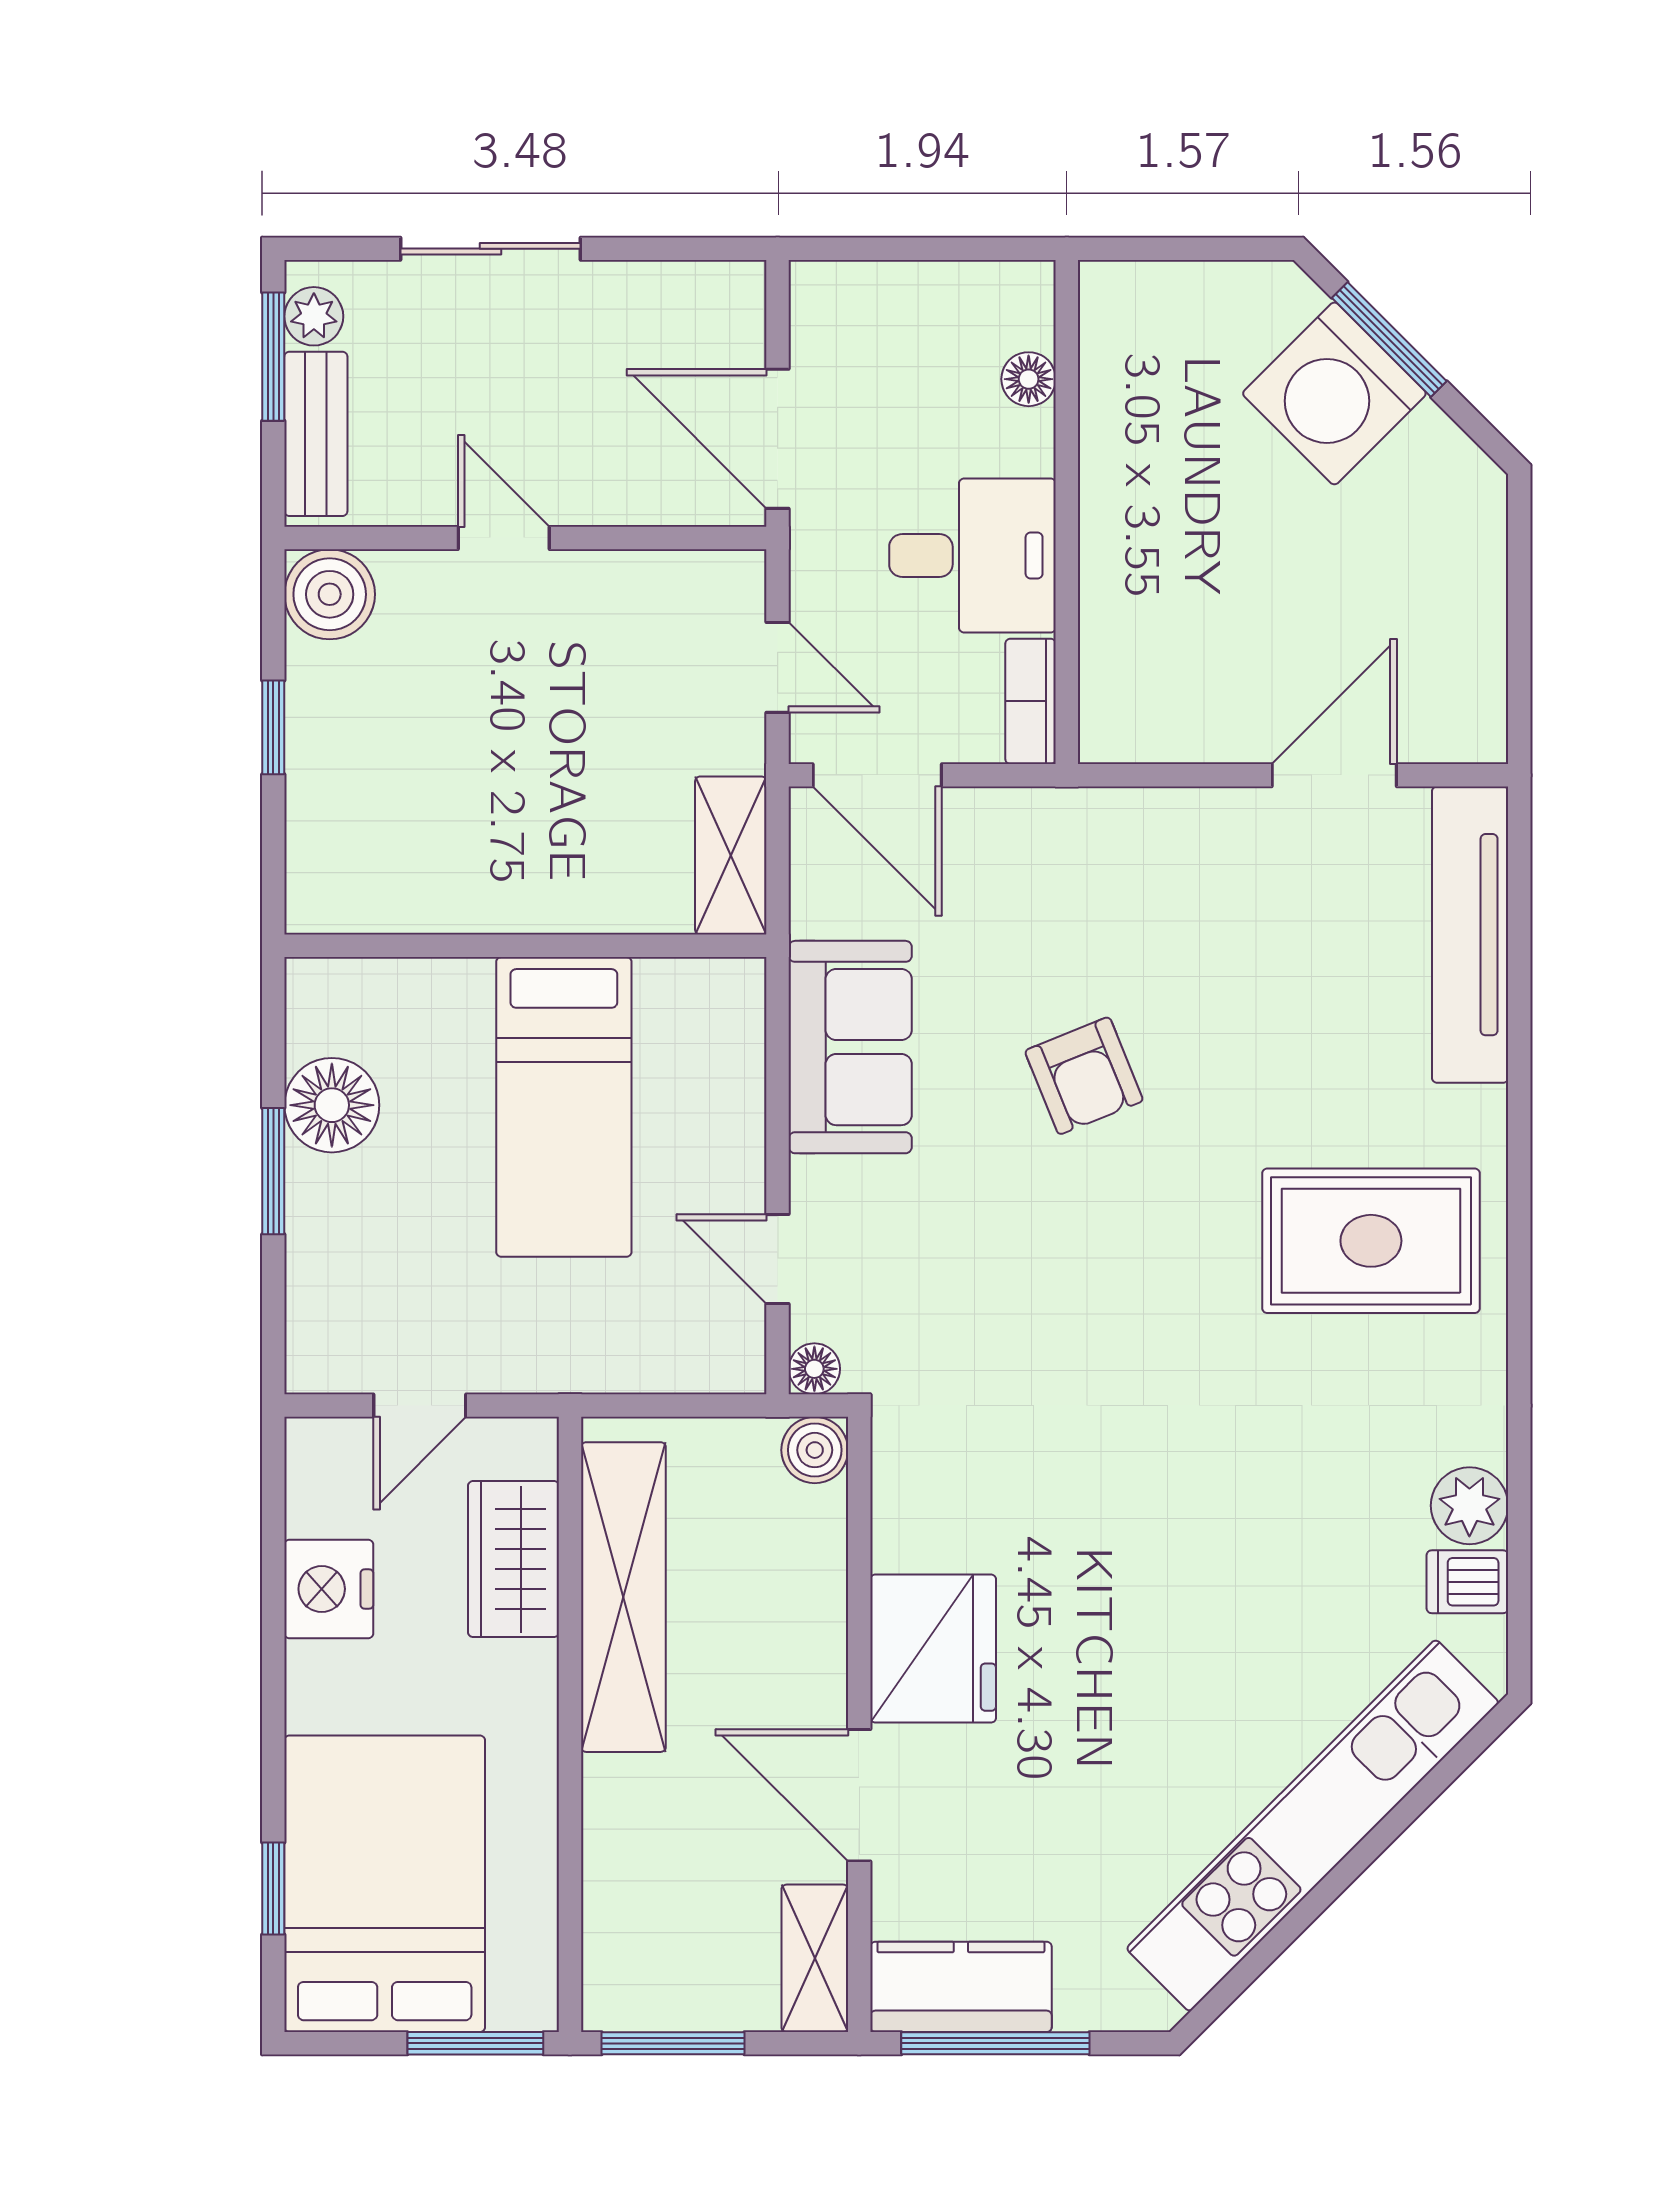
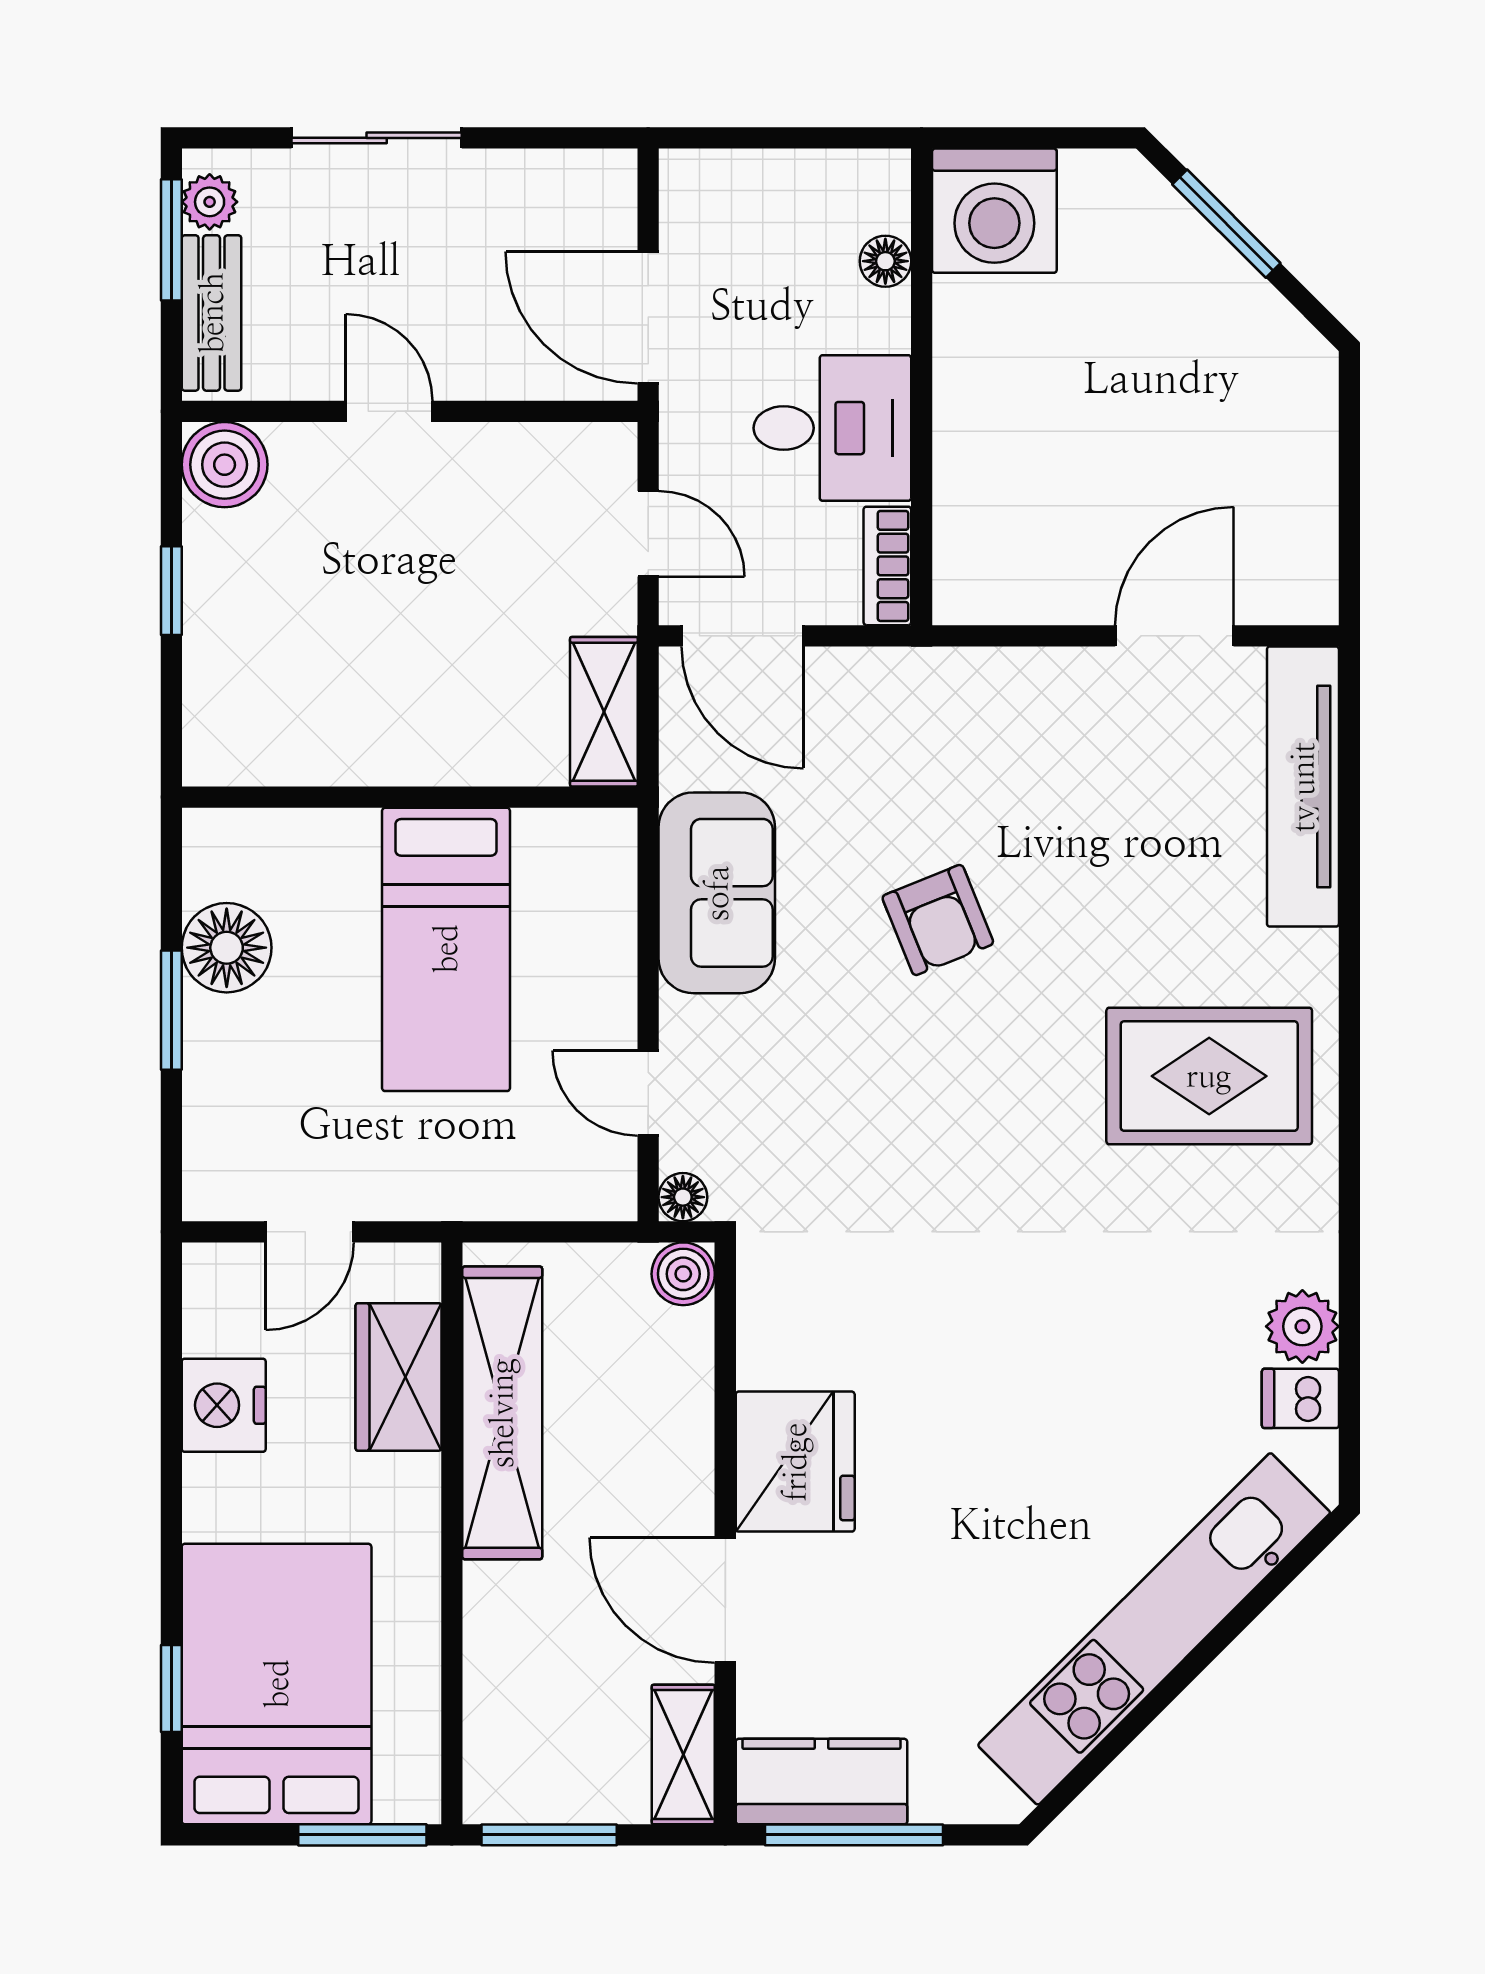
washing machine: (1334, 393) -> (994, 211), moved, turned -45

